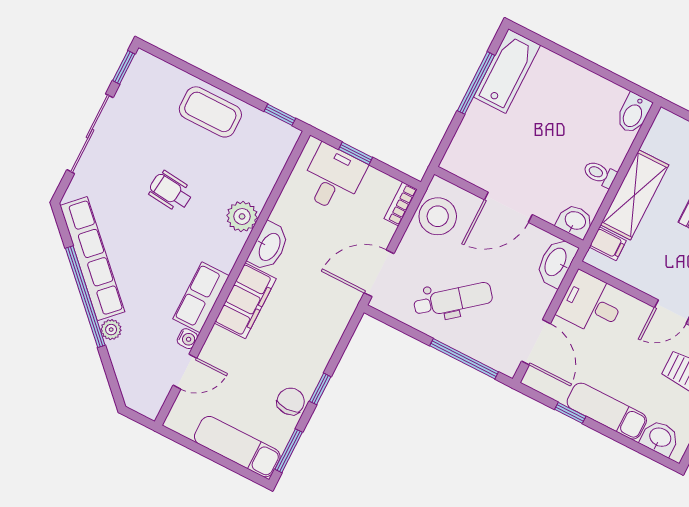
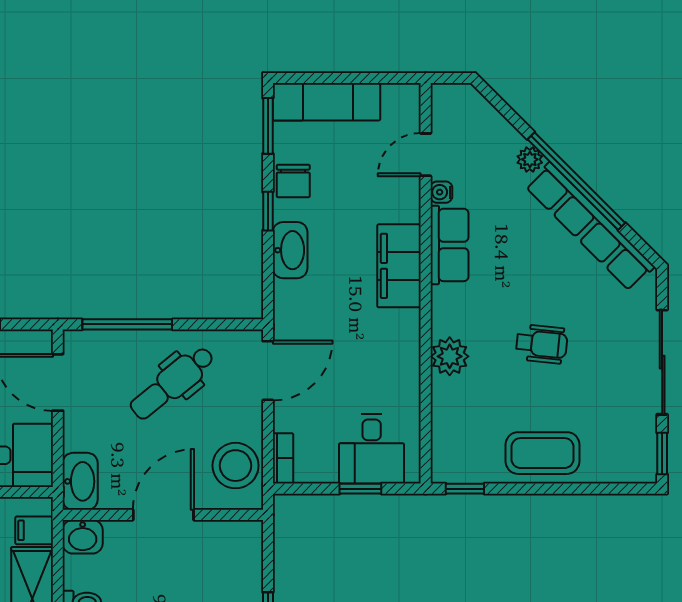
washbasin: (269, 247) -> (290, 250), moved, turned 180

